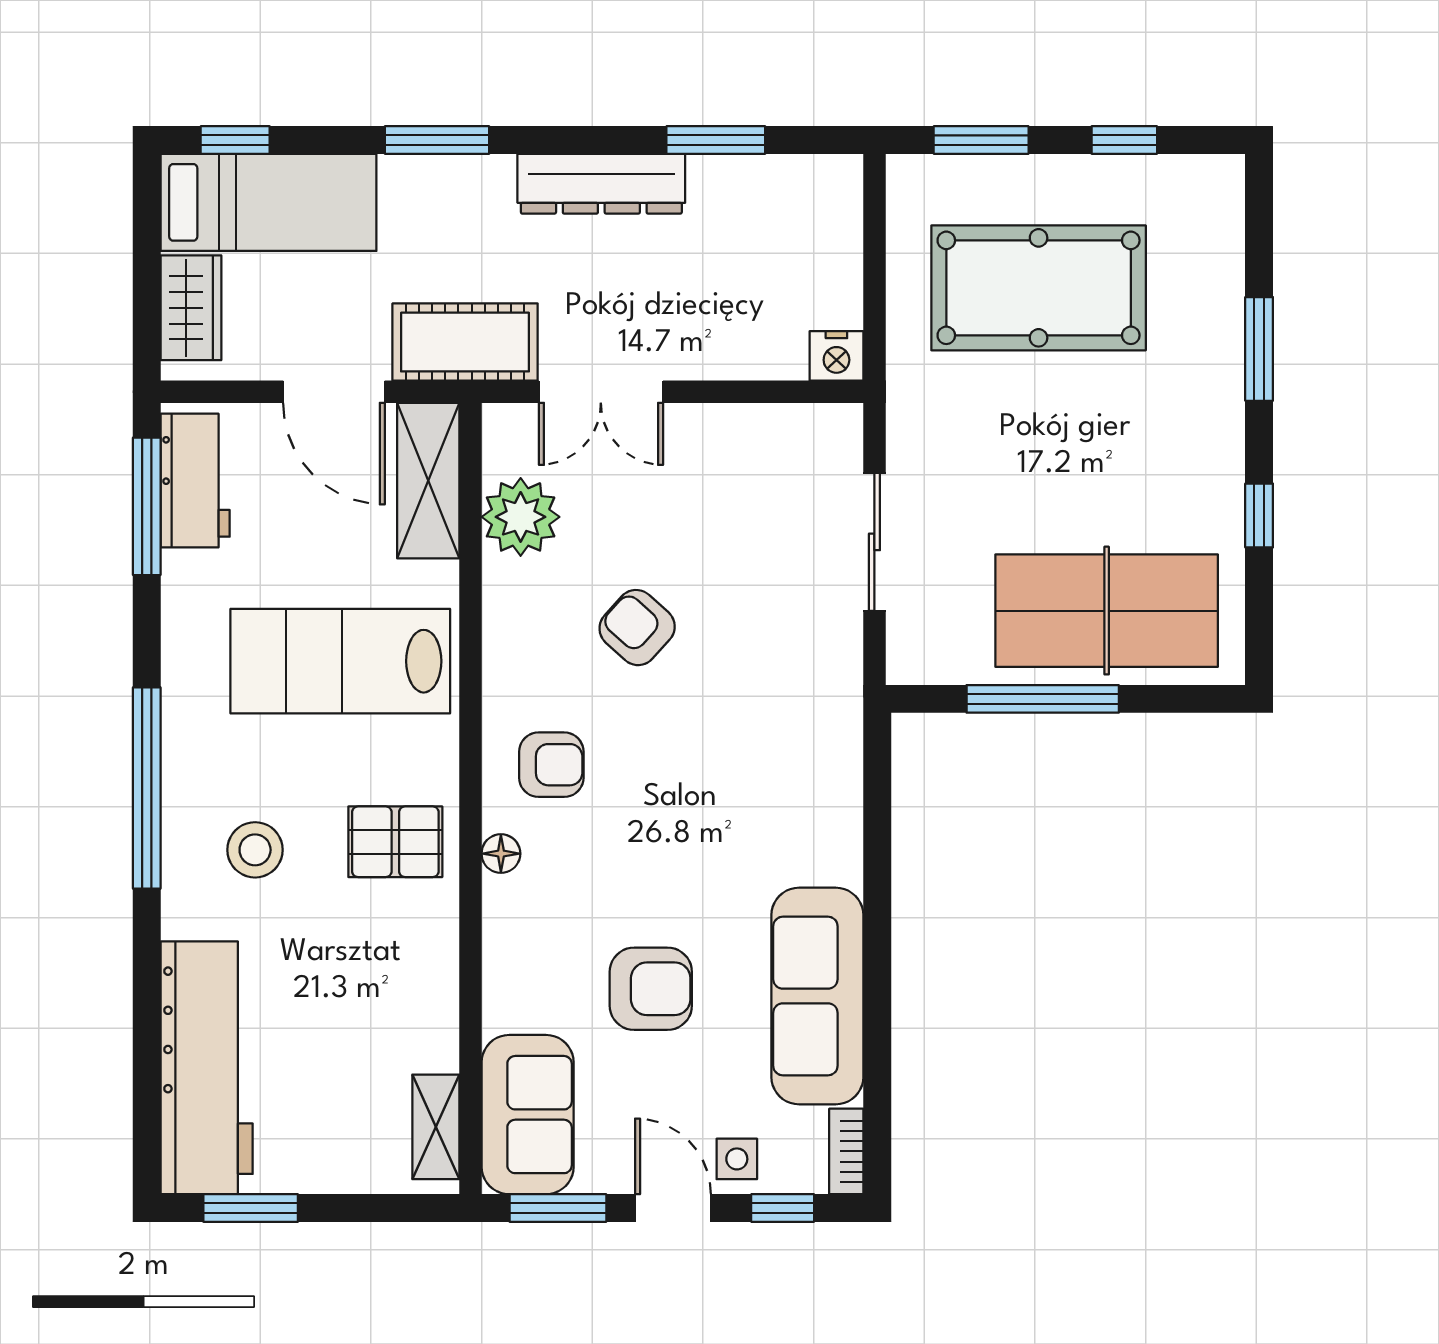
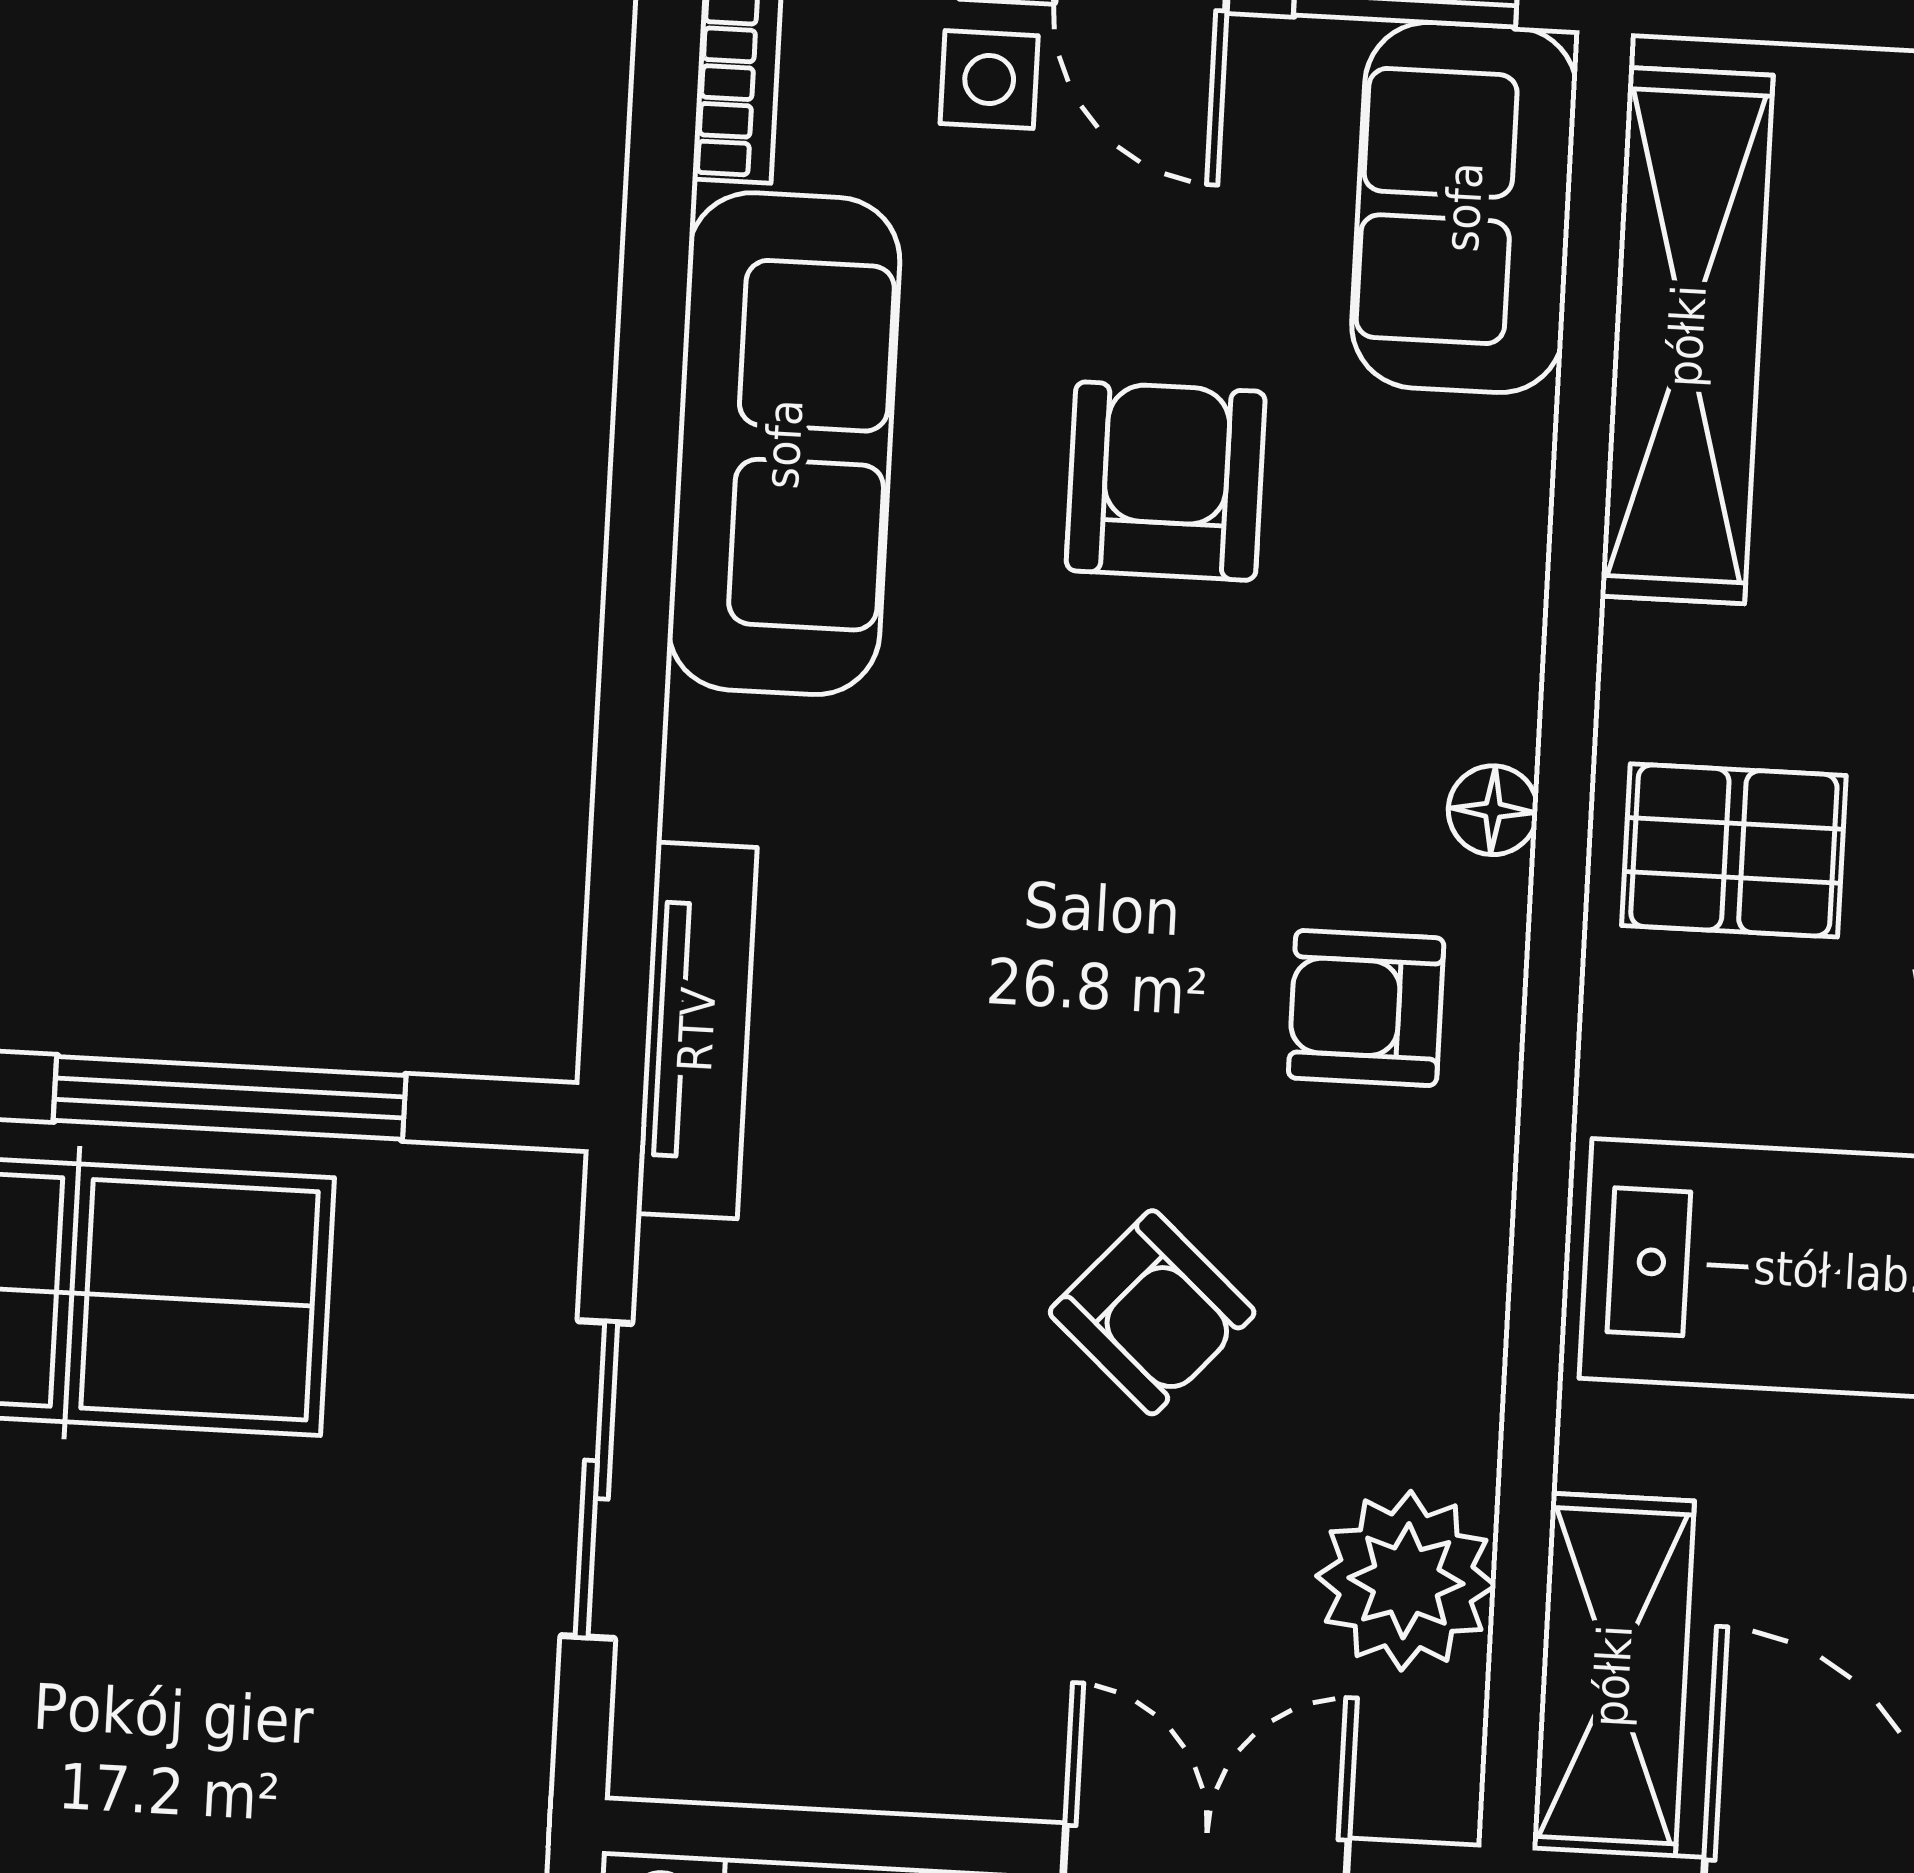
tv unit: (841, 739) -> (697, 1030), added
armchair: (651, 989) -> (1166, 481), turned 90
shelving: (436, 1127) -> (1687, 336), width x2.20, depth x1.33

